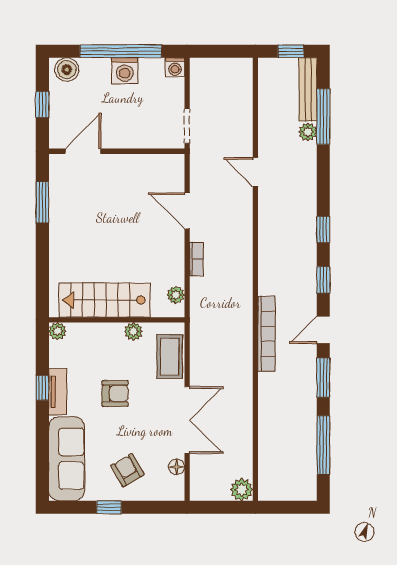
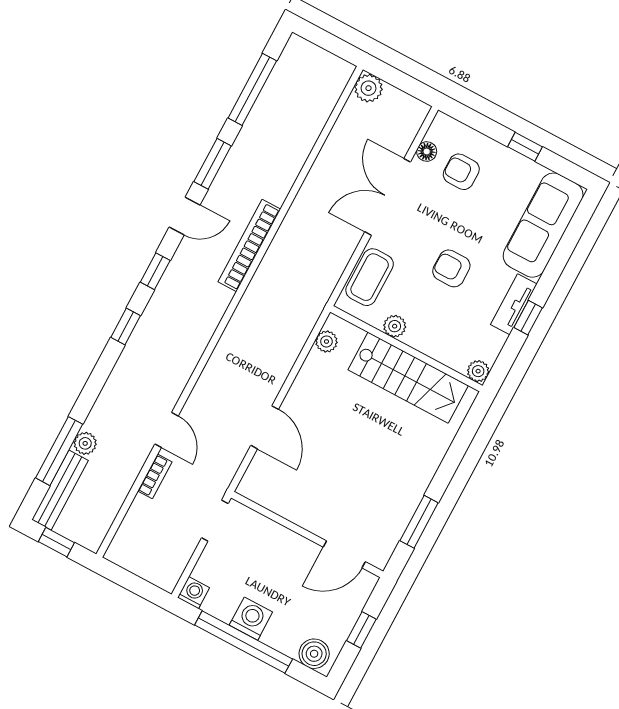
bookcase: (196, 259) -> (155, 476), moved, turned 180
armchair: (127, 470) -> (461, 172), moved, turned 120

